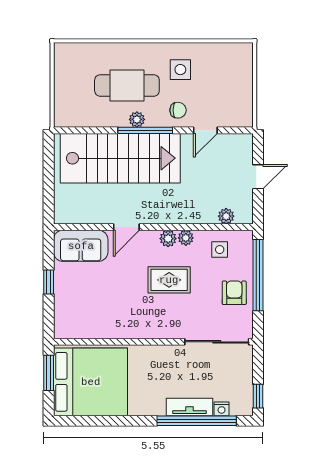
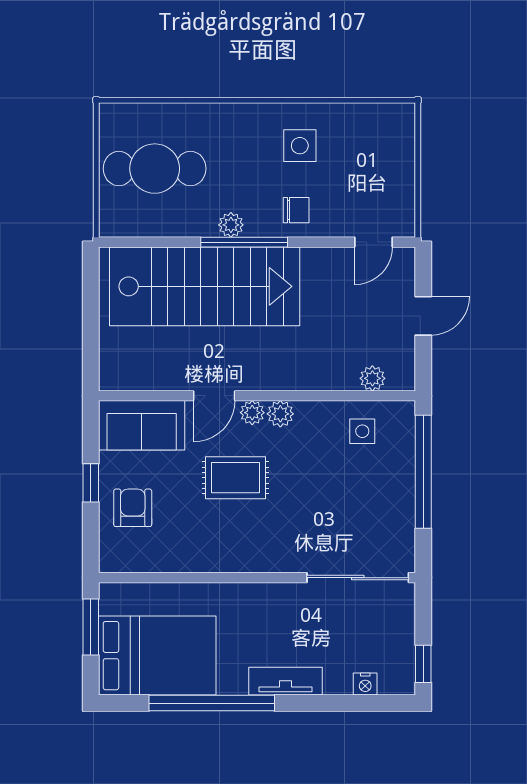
cafe table: (127, 85) -> (155, 169), moved
door: (205, 130) -> (373, 242), moved
plant: (186, 238) -> (252, 413), moved
rug: (169, 280) -> (235, 478), moved
armchair: (234, 293) -> (133, 508), moved
bed: (91, 382) -> (157, 656), width x0.73
tv unit: (189, 407) -> (285, 681), moved
window: (197, 421) -> (212, 703), moved

